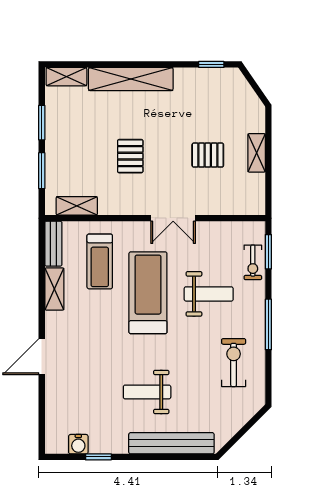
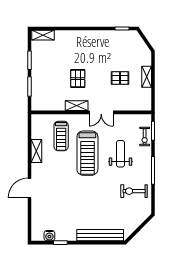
shelving: (131, 79) -> (78, 36), removed
shelving: (77, 206) -> (77, 106), moved
bench: (53, 244) -> (36, 126), removed
treadmill: (148, 293) -> (87, 153), turned 180
weight bench: (209, 294) -> (121, 154), turned -90
exercise bike: (234, 363) -> (134, 191), turned -90
weight bench: (147, 392) -> (87, 207), removed

